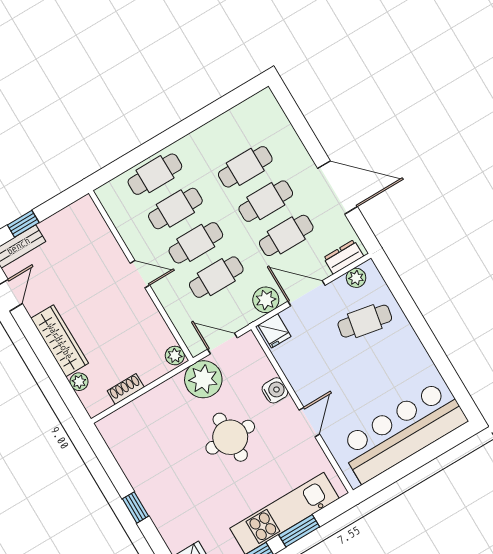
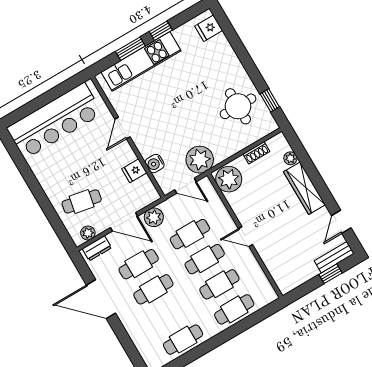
cafe table: (245, 167) -> (183, 340), moved
fridge: (275, 331) -> (134, 171), moved, turned -90
plant: (175, 356) -> (229, 179), width x1.88, depth x1.88
water cooler: (275, 390) -> (155, 164), moved
round table: (230, 437) -> (238, 106), moved
window: (135, 507) -> (270, 100), moved

